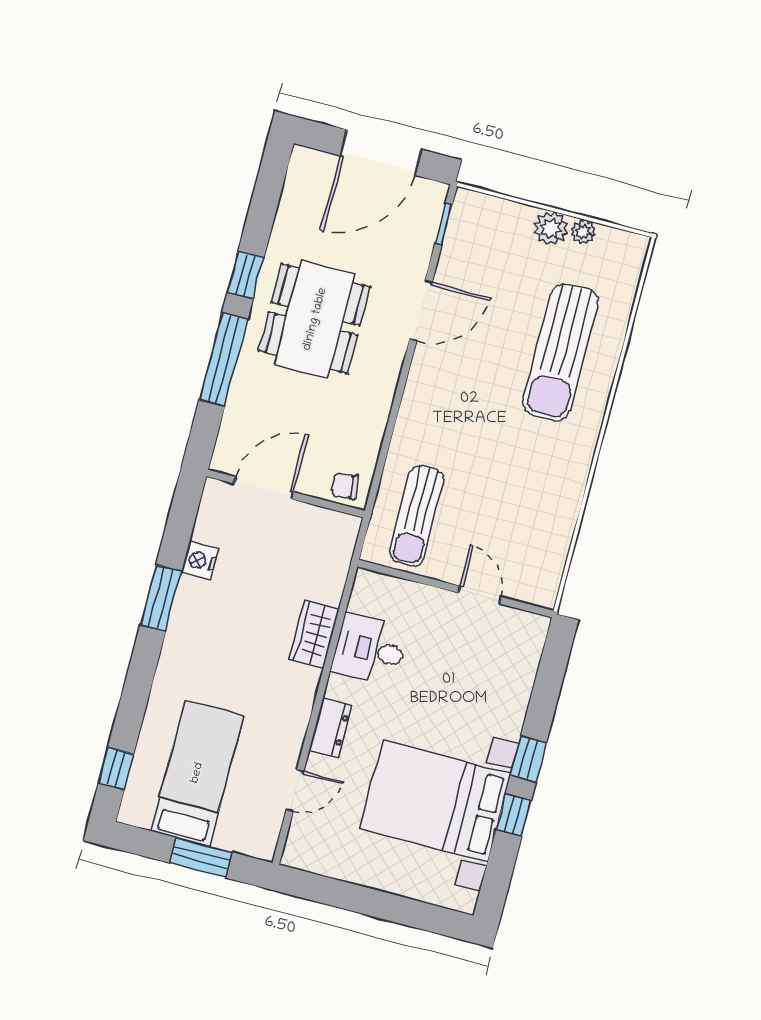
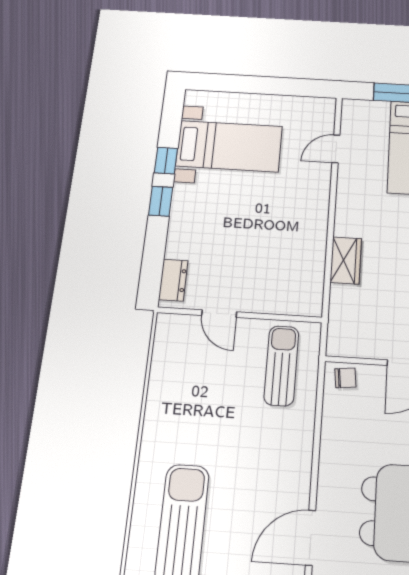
desk: (370, 649) -> (299, 258), removed
dresser: (331, 728) -> (173, 280), moved, turned 180
bed with nightstands: (435, 801) -> (229, 146), width x0.73

